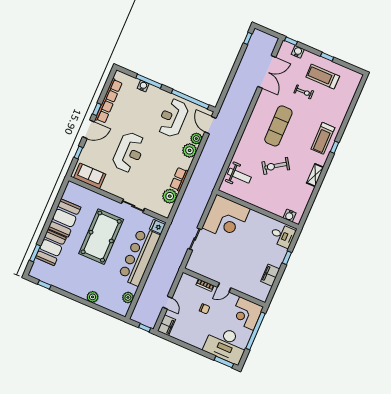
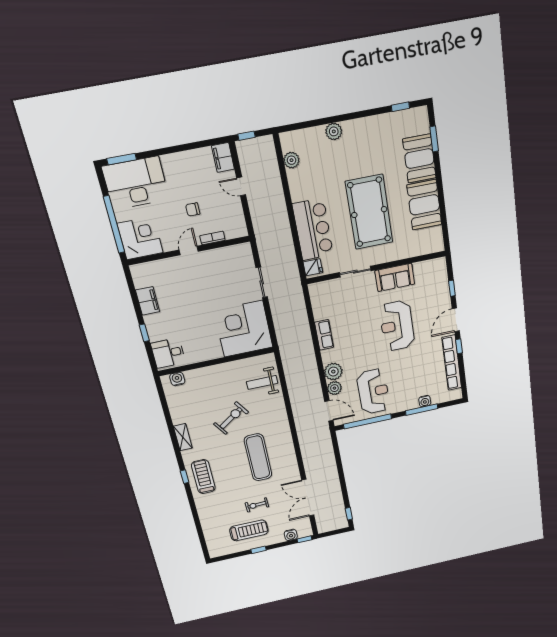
sofa: (90, 176) -> (395, 277), moved
plant: (170, 196) -> (322, 310), removed
bar counter: (139, 256) -> (313, 229), width x0.73

